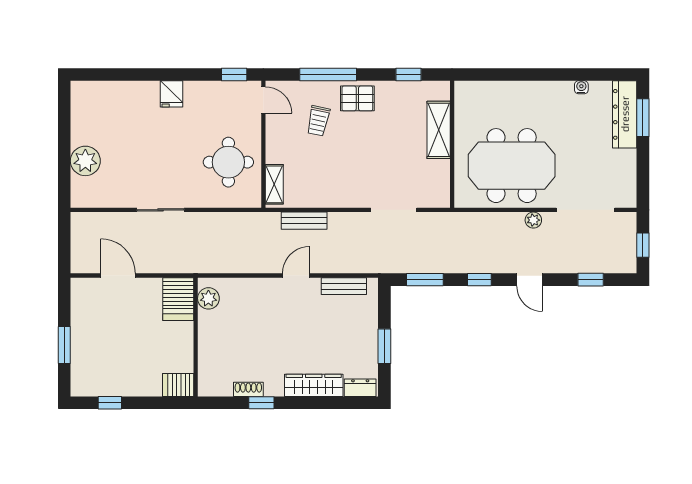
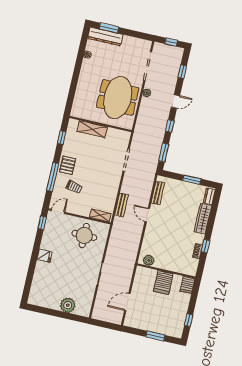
server rack: (178, 299) -> (163, 282), moved, turned 90

